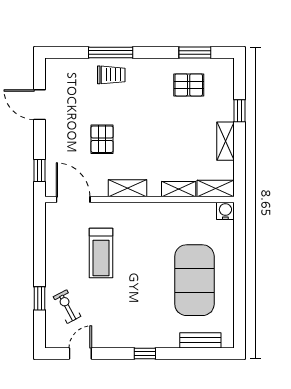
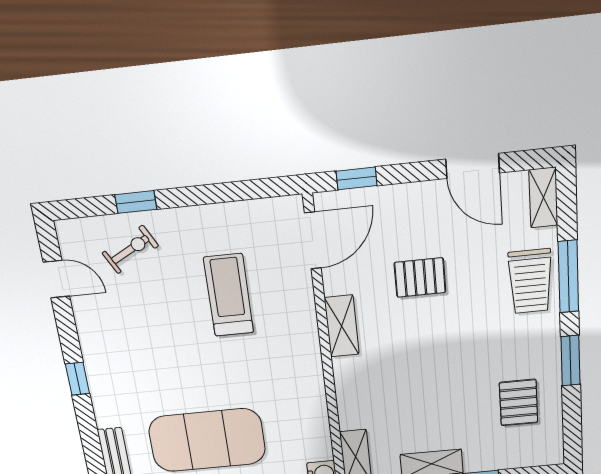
window: (195, 53) -> (571, 361), moved
trolley: (111, 75) -> (530, 281), width x1.36, depth x1.39
door: (40, 105) -> (473, 166), swing flipped
shelving: (179, 189) -> (543, 198), moved
treadmill: (101, 253) -> (229, 295), turned 90

